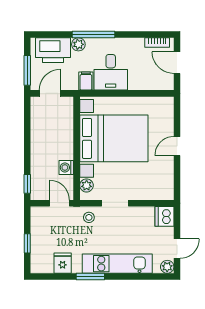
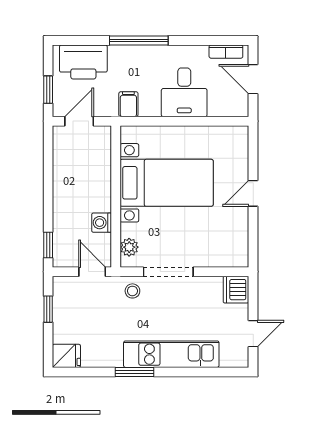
plant: (78, 44) -> (118, 54), removed
window: (27, 70) -> (48, 90), width x0.67
desk: (111, 72) -> (184, 92), moved
bed with nightstands: (114, 138) -> (167, 183), width x0.73
doorway: (115, 203) -> (168, 272), width x1.38
window: (27, 243) -> (48, 309), moved
fridge: (63, 263) -> (66, 356), moved, turned 90
plant: (167, 267) -> (240, 359), removed

